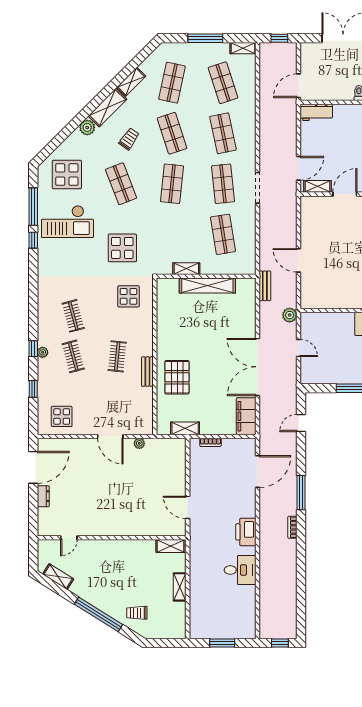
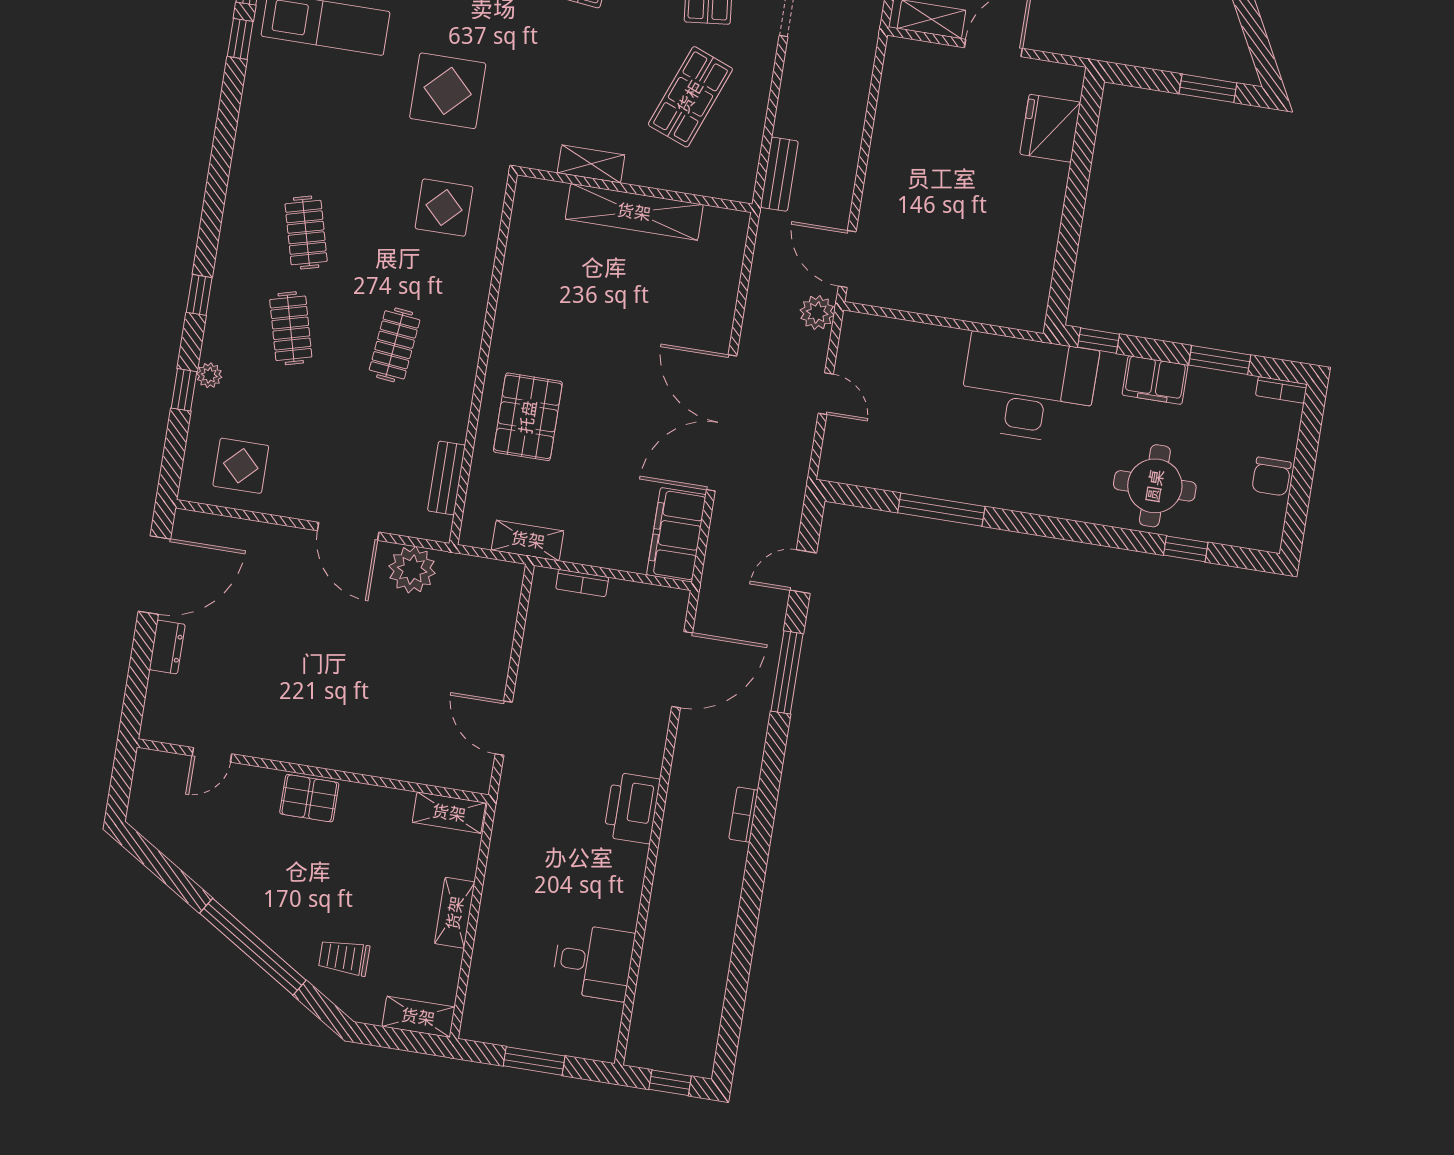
shop shelf: (223, 234) -> (690, 97), turned 30
door: (299, 260) -> (847, 259), moved
bench: (265, 286) -> (779, 174), moved
plant: (43, 352) -> (209, 375), moved
bench: (147, 372) -> (446, 478), moved
plant: (139, 443) -> (412, 570), width x1.88, depth x1.88
window: (301, 493) -> (787, 672), moved
pallet: (112, 549) -> (309, 798), added
desk: (240, 570) -> (593, 962), moved
shelving: (58, 577) -> (418, 1017), moved, turned -32

